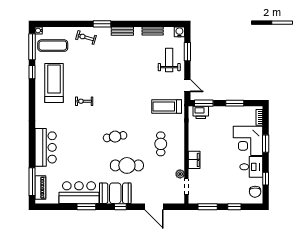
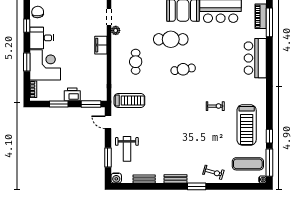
printer: (201, 112) -> (72, 94), moved

